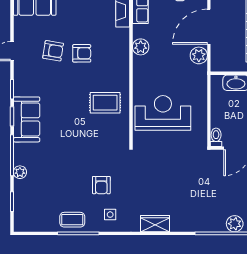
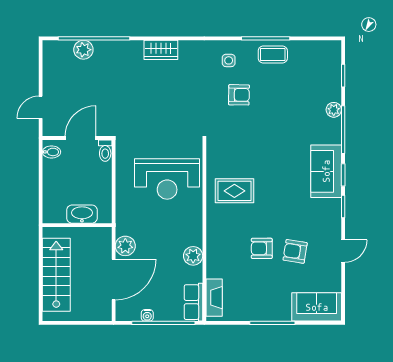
armchair: (101, 185) -> (239, 95), turned 91
wardrobe: (155, 224) -> (161, 50), moved

